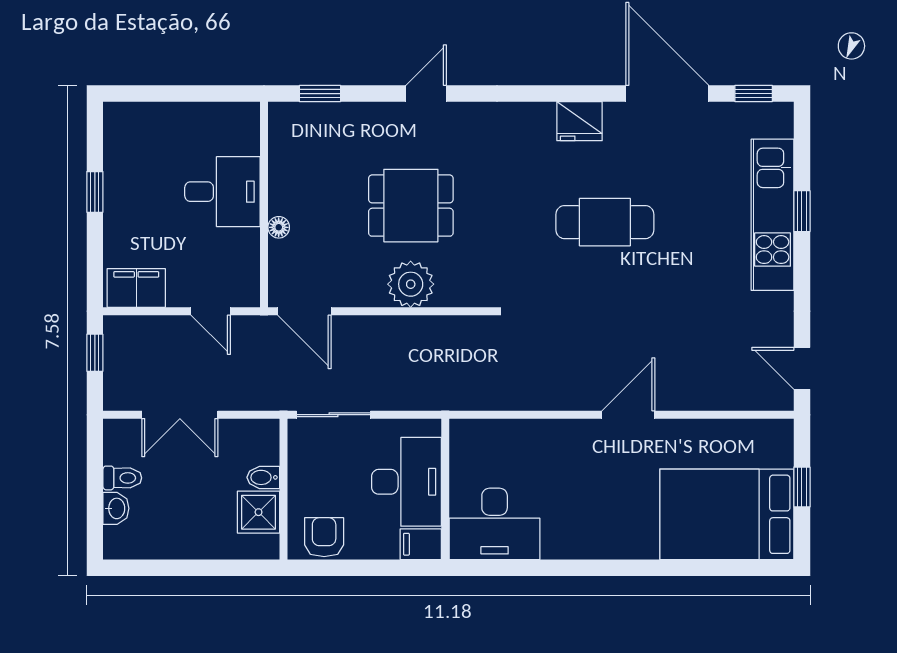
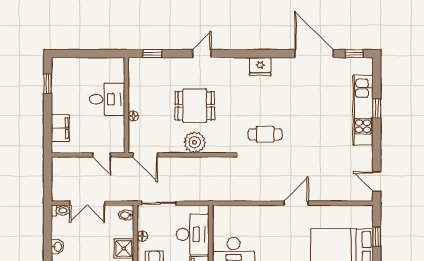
fridge: (580, 121) -> (260, 66), moved
window: (95, 192) -> (48, 84), moved
cafe table: (605, 222) -> (265, 134), moved, width x0.73, depth x0.74
filing cabinet: (136, 288) -> (60, 128), moved, turned 90
window: (95, 353) -> (48, 174), removed
bidet: (263, 477) -> (126, 215), moved
toilet: (122, 478) -> (60, 210), moved
floor lamp: (298, 486) -> (142, 236), added

